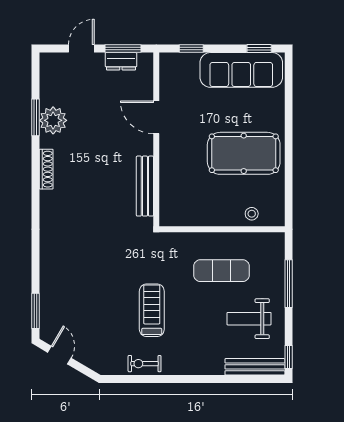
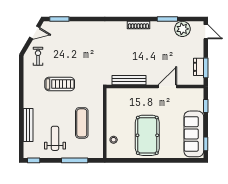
door: (81, 49) -> (206, 32), moved
plant: (53, 120) -> (182, 29), moved
exercise bike: (145, 364) -> (38, 56), moved
bench: (255, 367) -> (28, 125), moved

